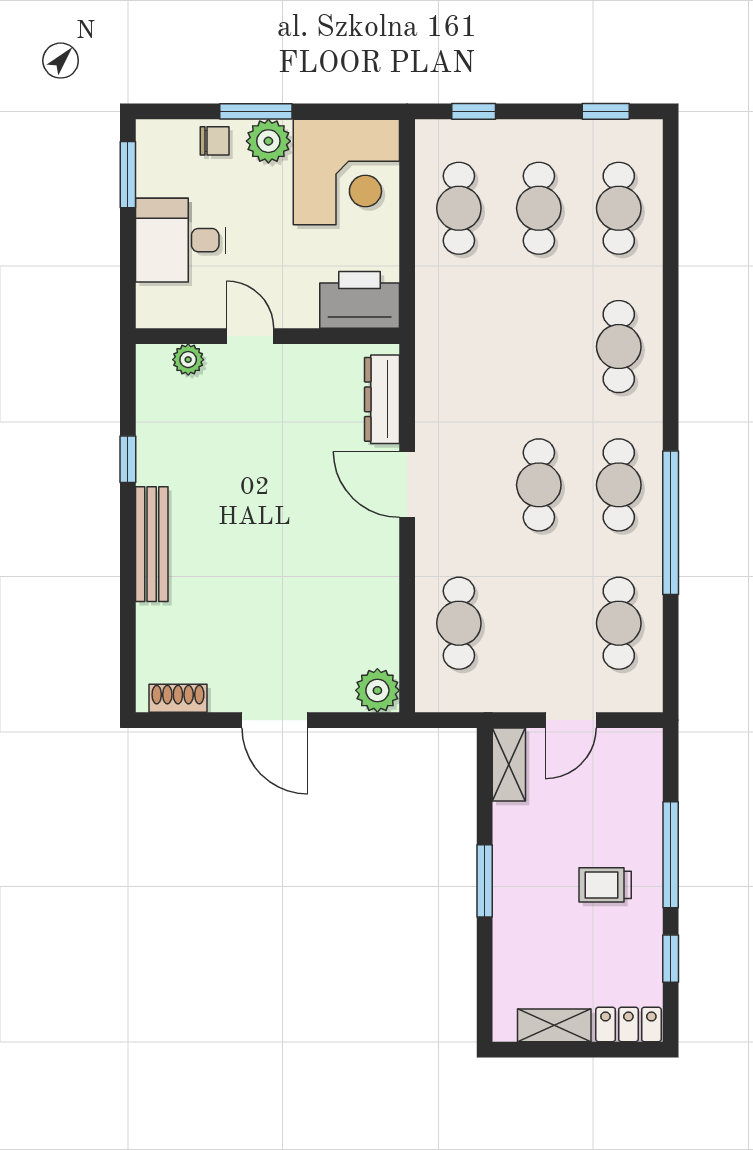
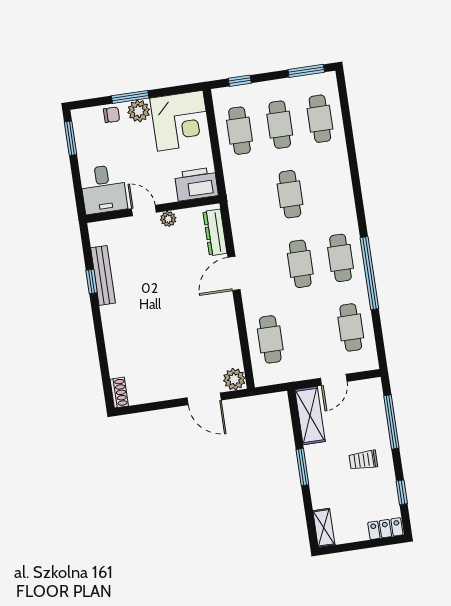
window: (606, 111) -> (306, 71), width x1.50
desk: (181, 240) -> (104, 189), moved, turned -90
cafe table: (619, 347) -> (290, 194), moved
plant: (188, 360) -> (168, 219), moved
door: (407, 485) -> (234, 273), hinge flipped
bench: (152, 544) -> (103, 275), moved
shoe rack: (178, 698) -> (119, 393), moved, turned 90
door: (275, 720) -> (204, 399), moved
shelving: (509, 765) -> (310, 416), width x1.50, depth x1.33
window: (671, 855) -> (391, 422), moved
shelving: (554, 1025) -> (324, 528), moved, turned 90

